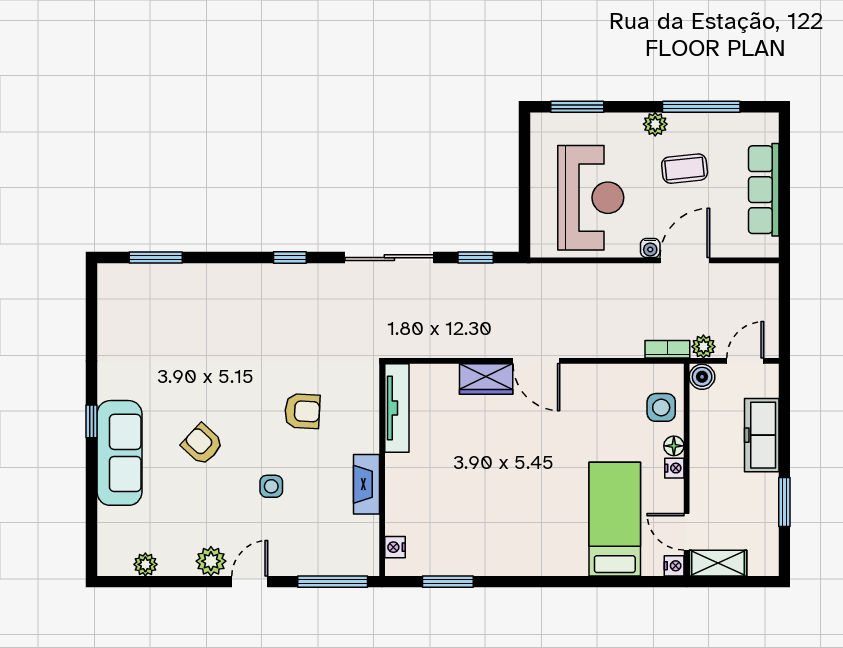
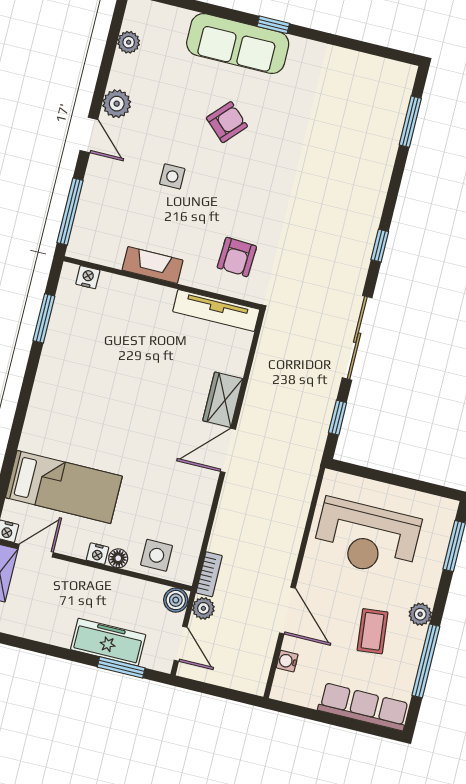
row of seats: (764, 190) -> (364, 707), moved
water cooler: (650, 248) -> (287, 661), moved
armchair: (302, 411) -> (237, 257), moved
window: (784, 502) -> (121, 667), moved

